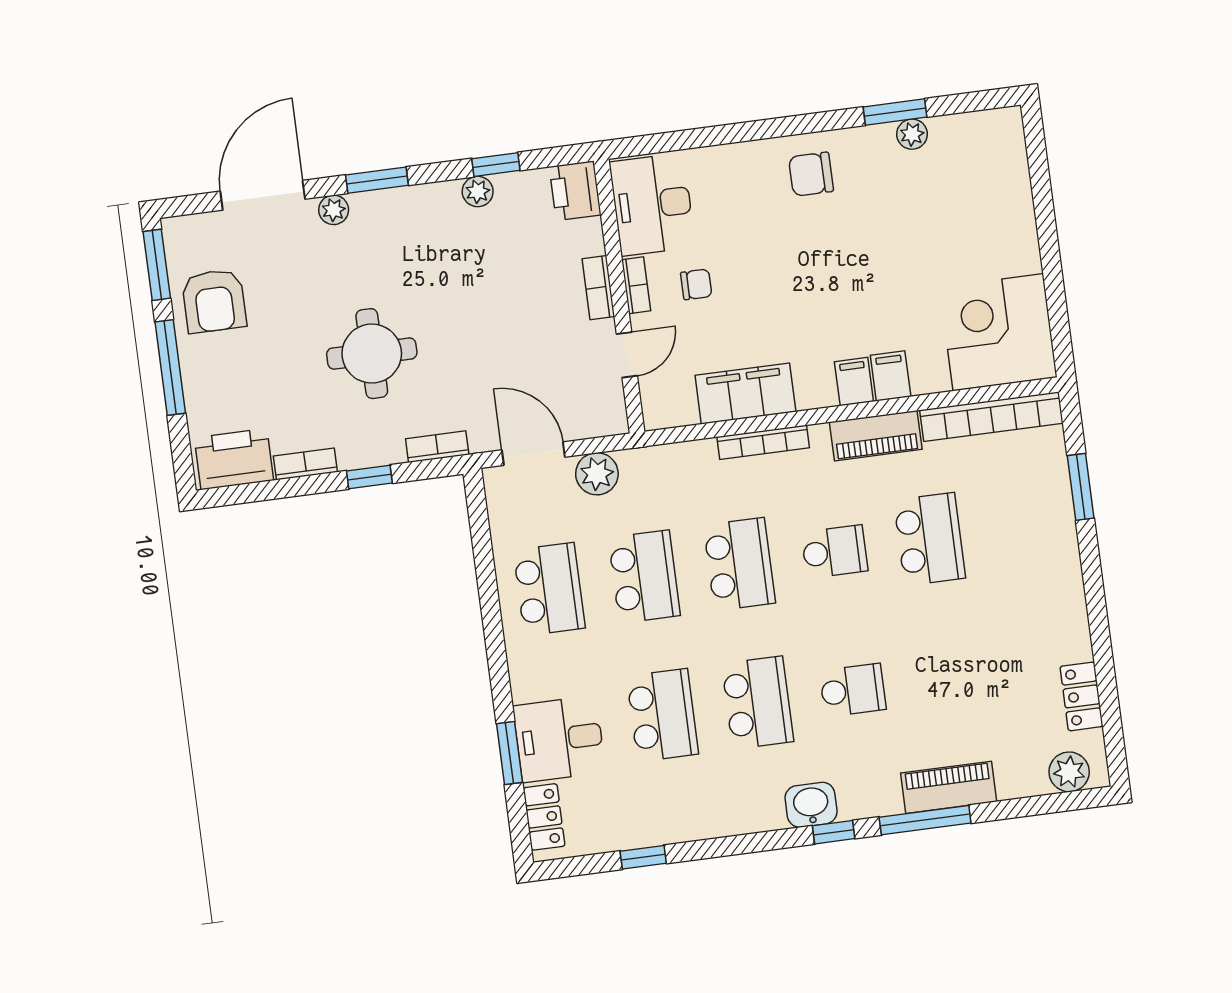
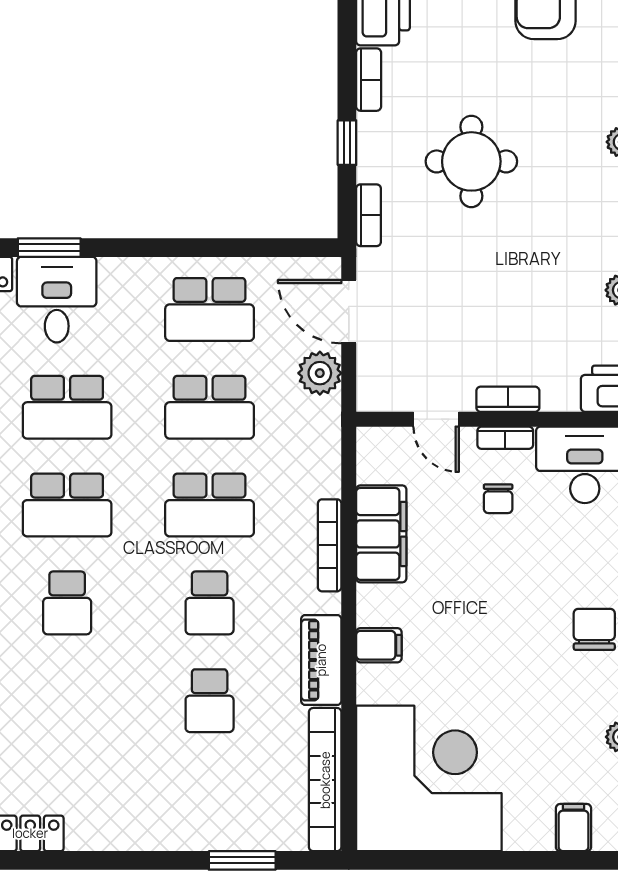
corner desk: (998, 332) -> (429, 778), width x1.36, depth x1.36
filing cabinet: (891, 376) -> (573, 828), moved, turned -90
door: (533, 454) -> (349, 312), swing flipped
school desk: (930, 539) -> (210, 701), width x0.54

